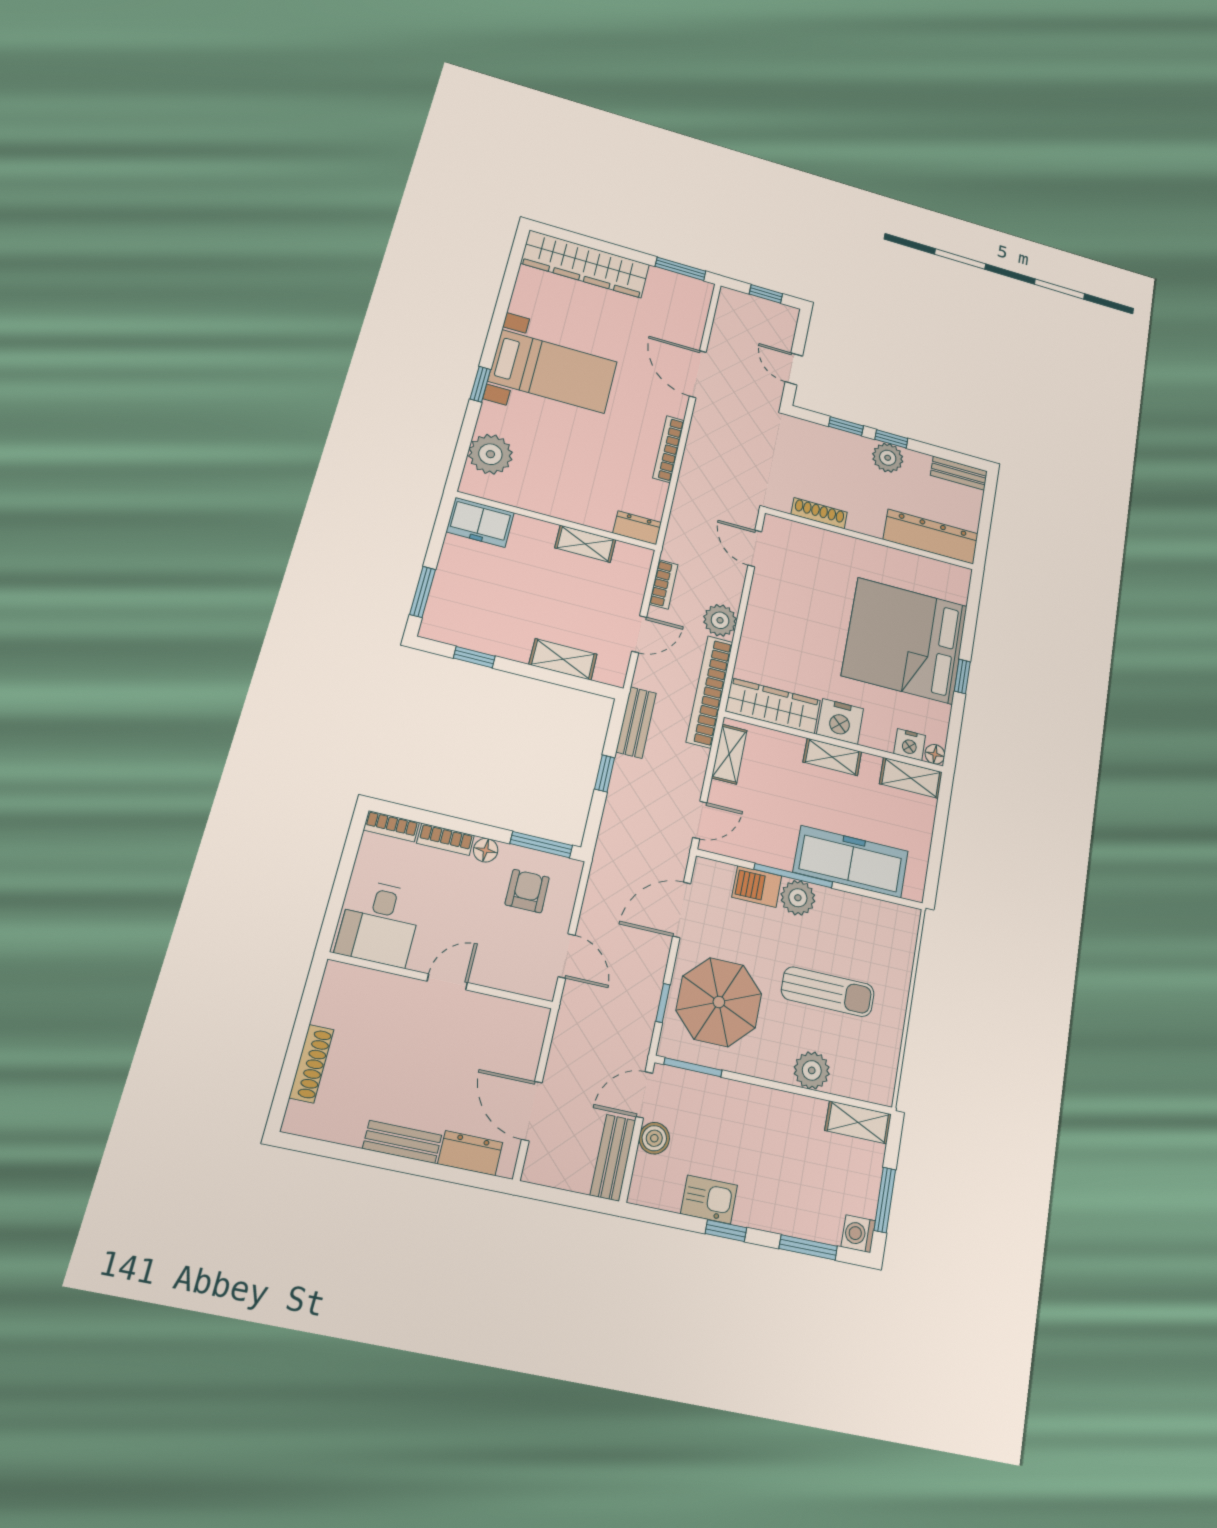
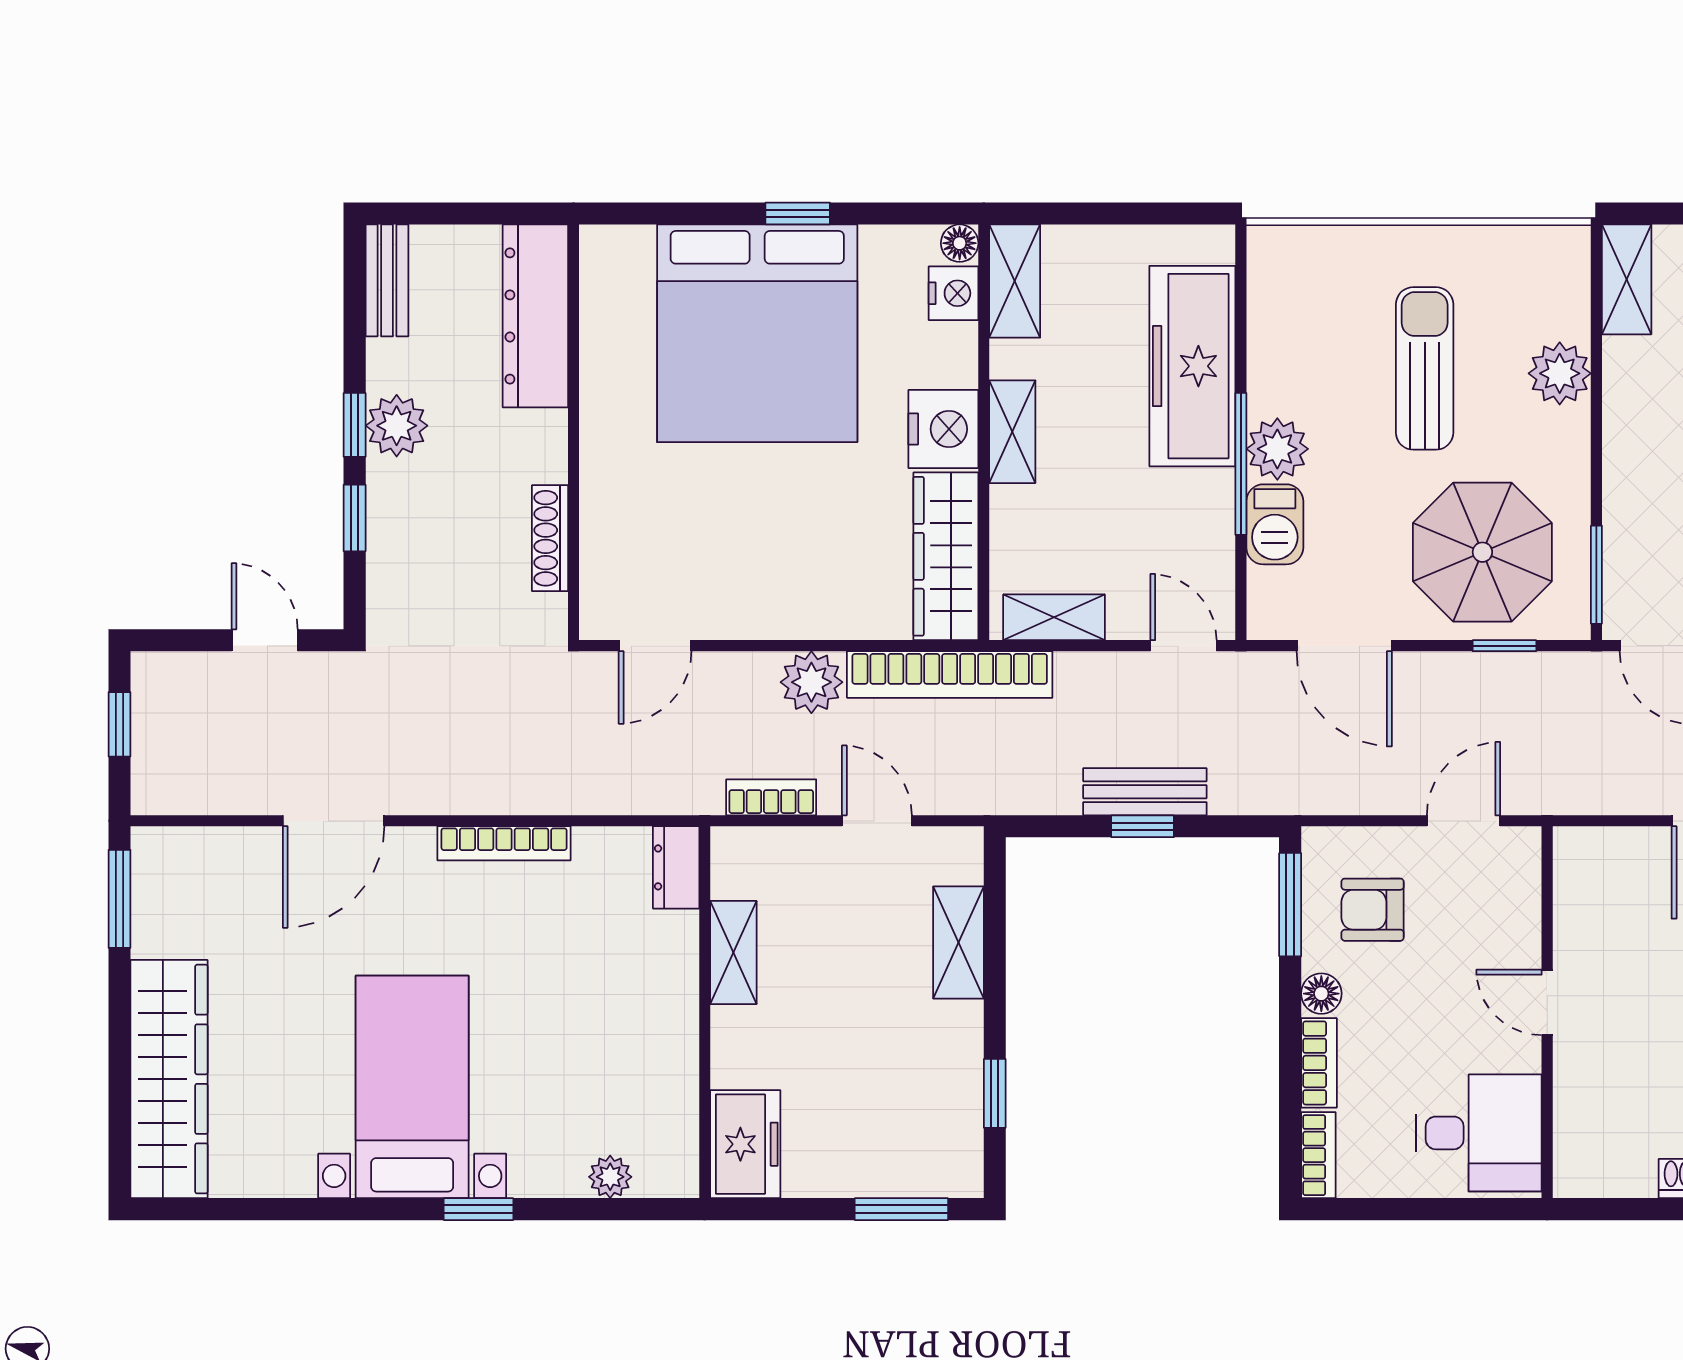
door: (794, 369) -> (265, 640), swing flipped
plant: (490, 454) -> (610, 1177), width x0.53, depth x0.53
bench: (636, 722) -> (1145, 792), moved

